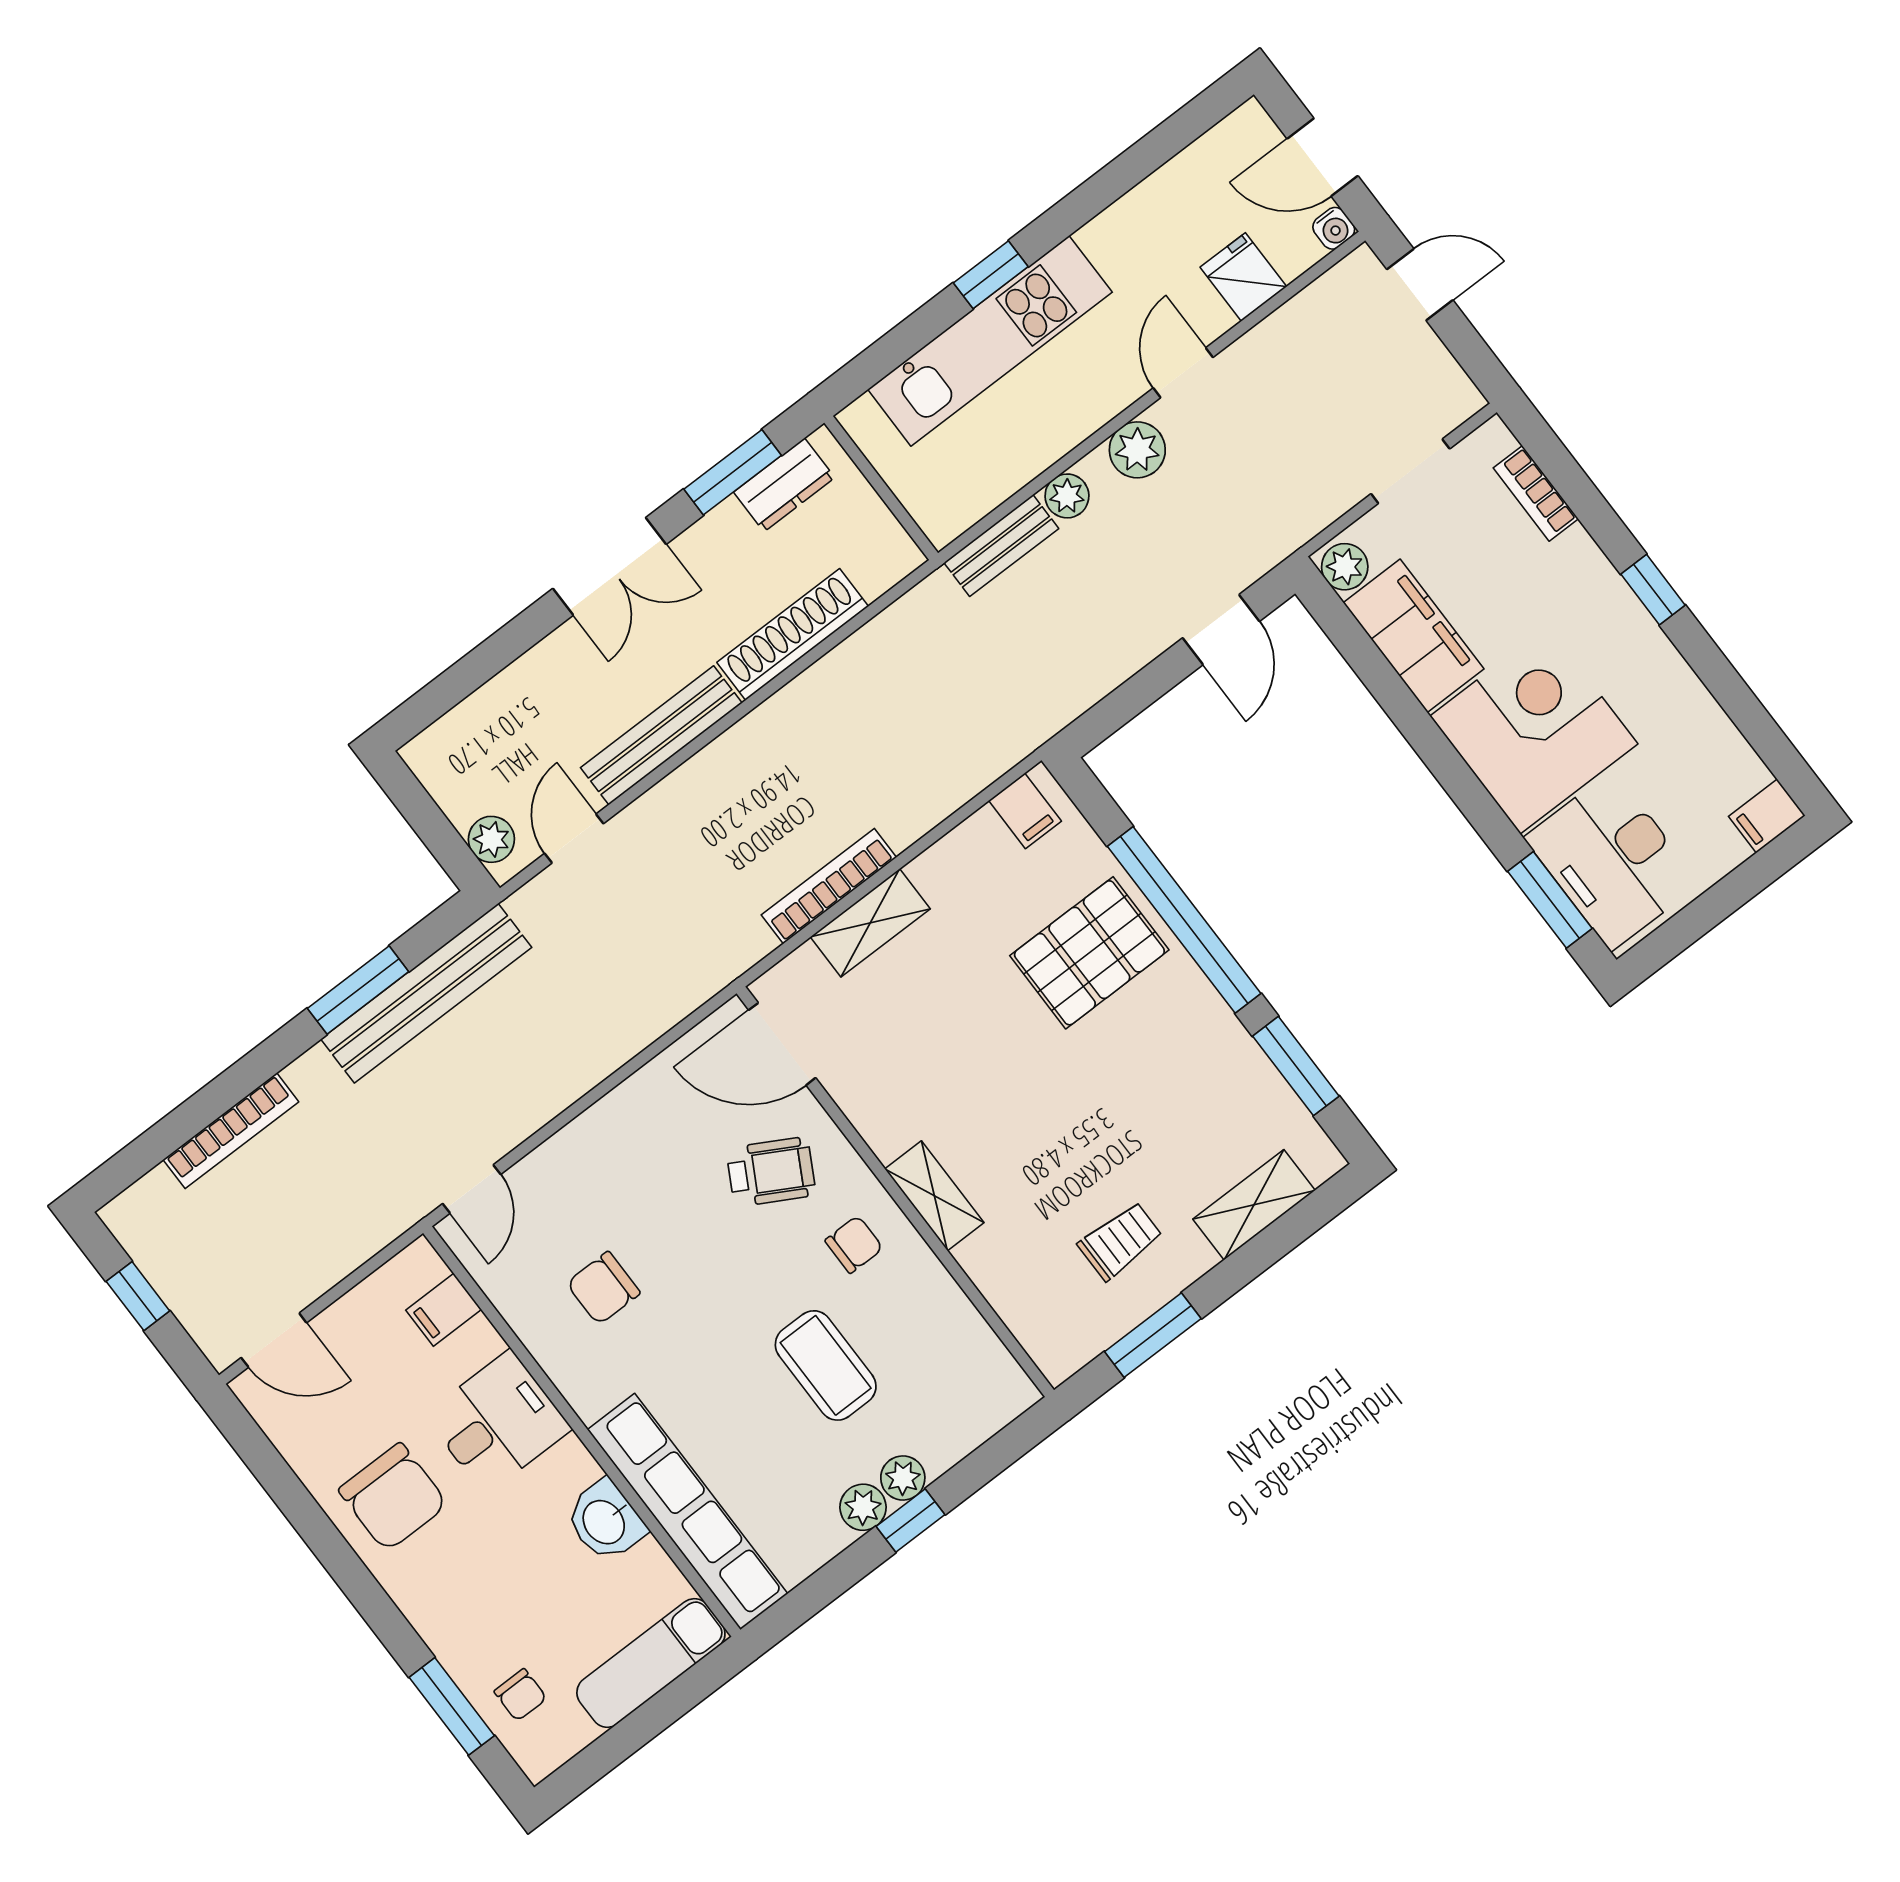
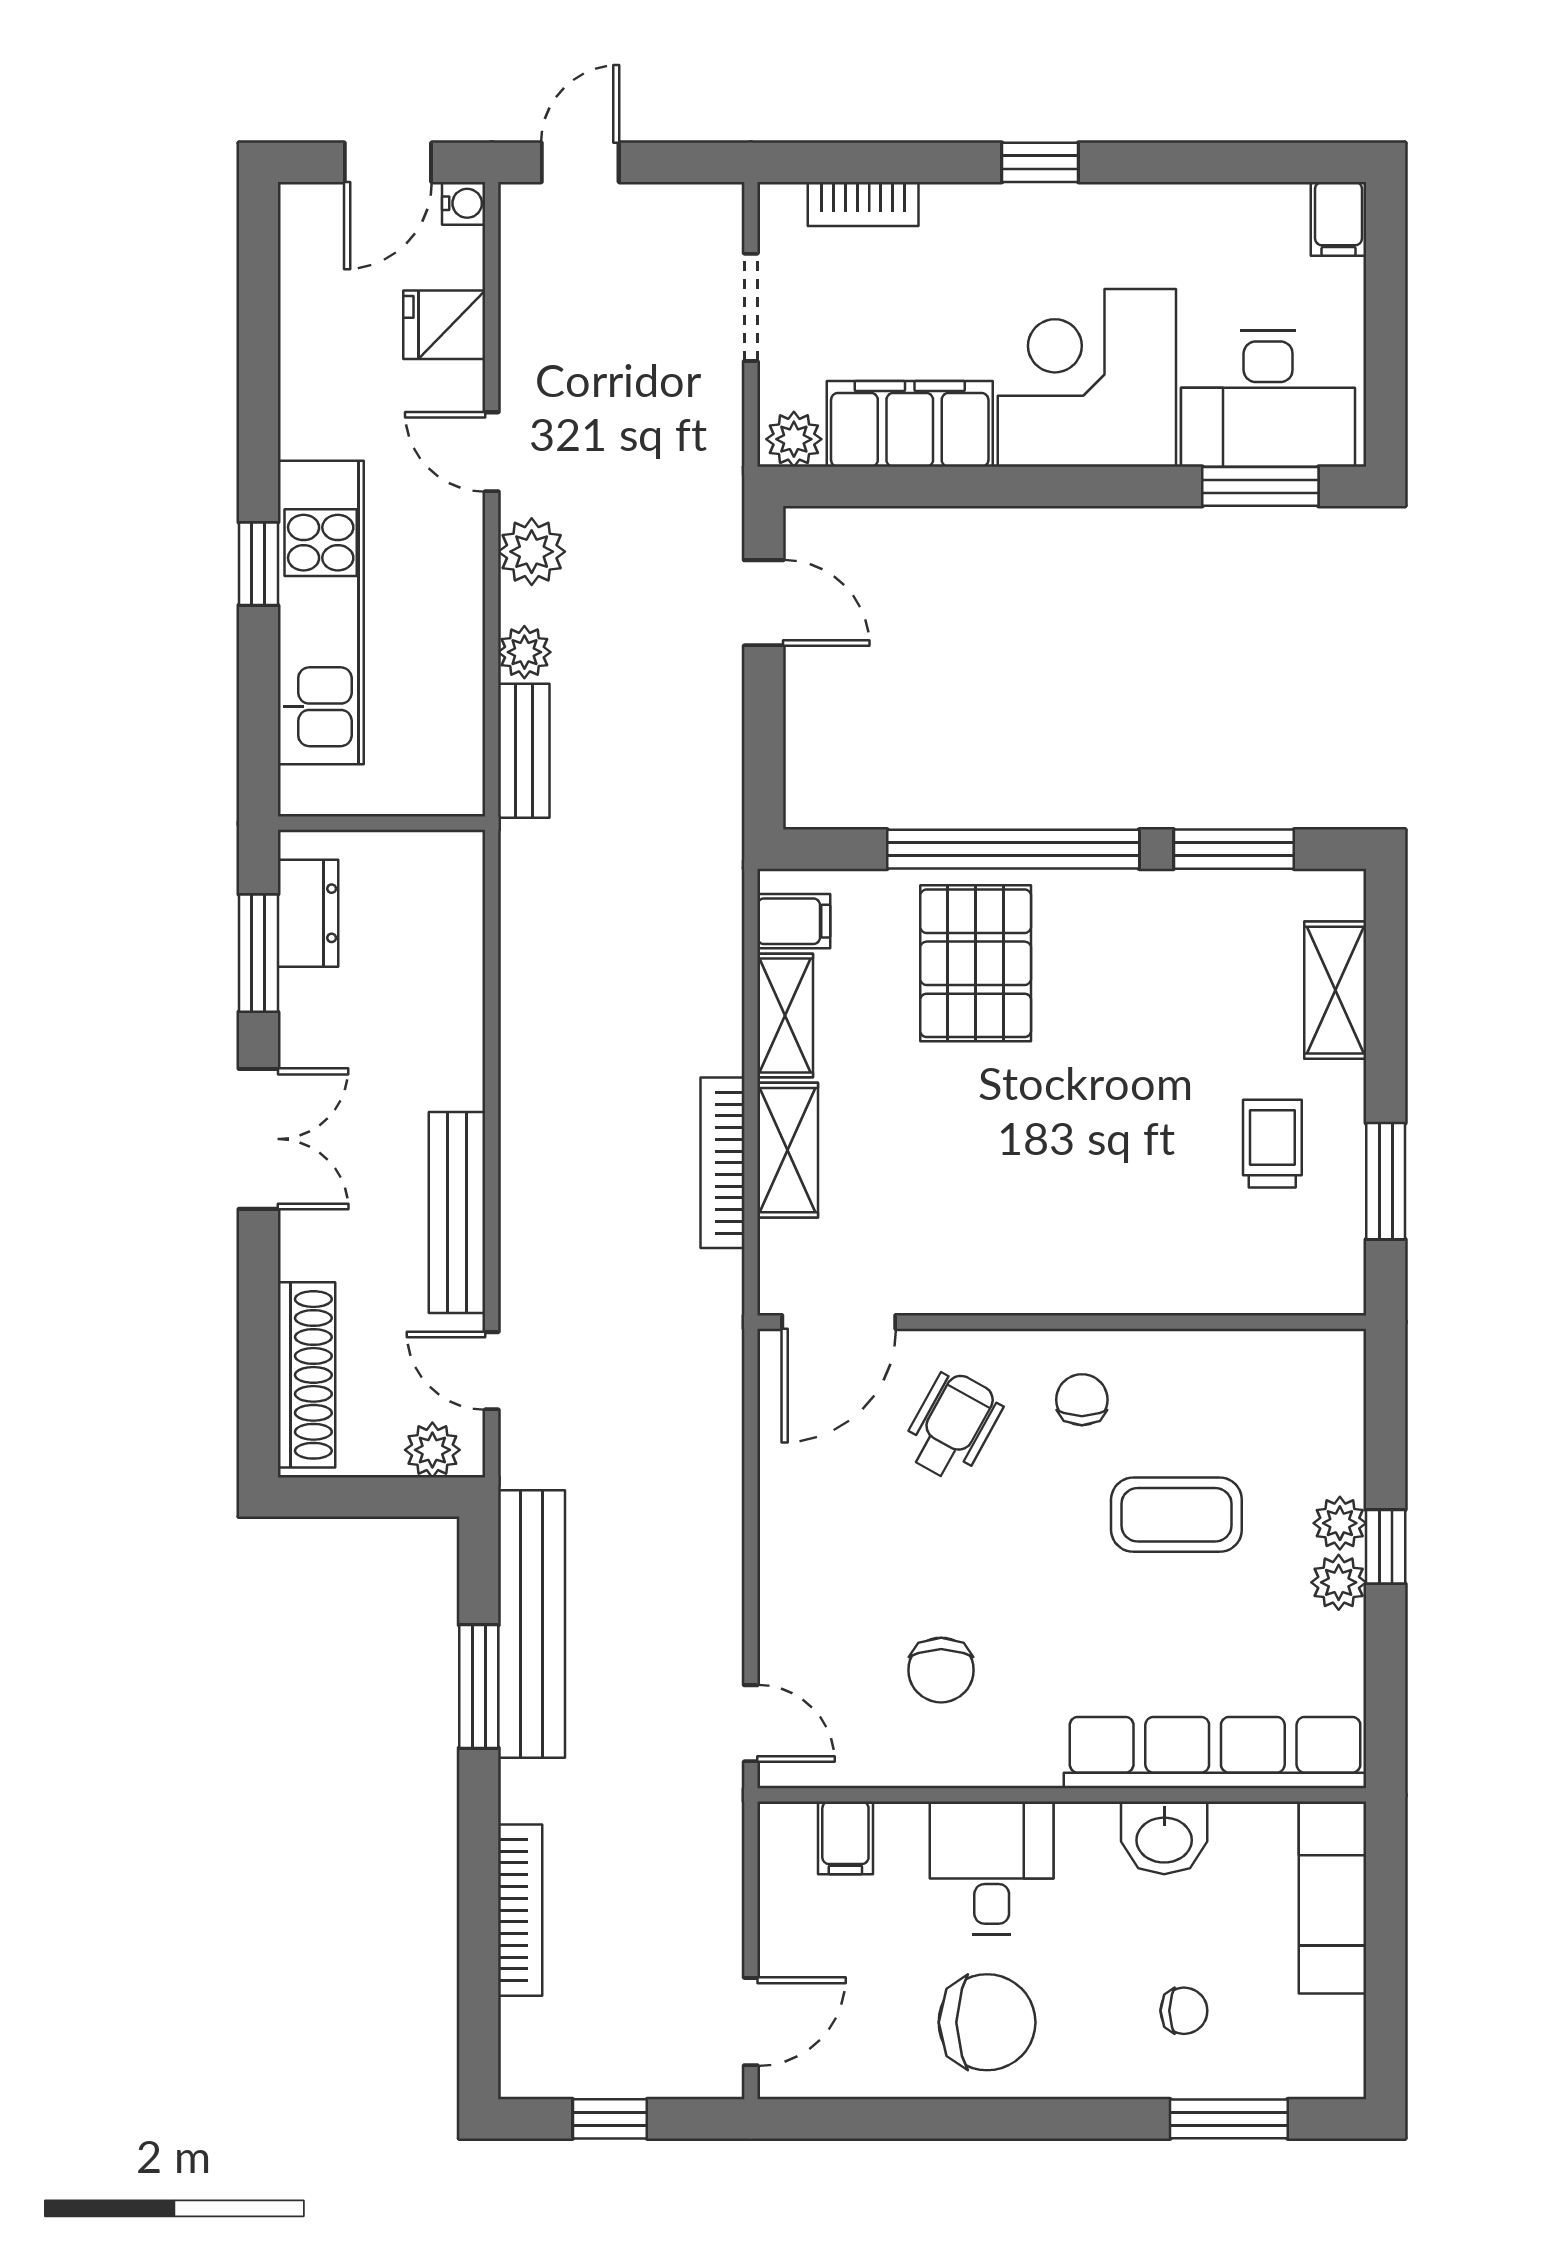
shoe rack: (793, 634) -> (307, 1375), moved, turned 180
shelving: (934, 1196) -> (785, 1016), moved, turned 90
chair: (520, 1695) -> (1184, 2011), moved

